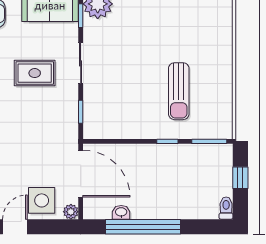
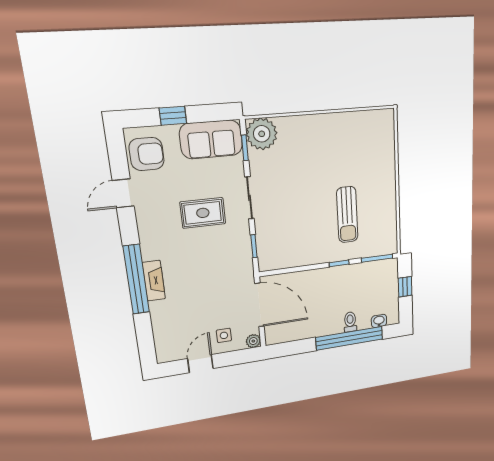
side table: (42, 200) -> (224, 335), width x0.54, depth x0.54
toilet: (226, 208) -> (350, 322), moved
washbasin: (121, 212) -> (379, 321), moved
window: (143, 227) -> (349, 338), moved

